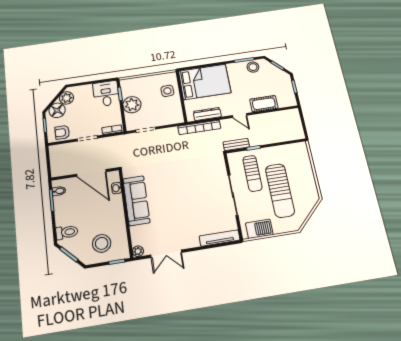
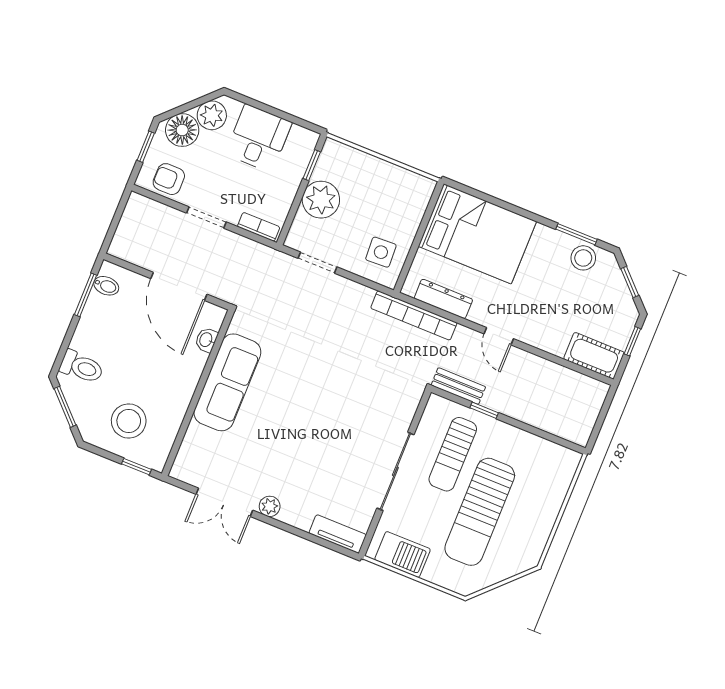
side table: (167, 91) -> (381, 252), moved
desk: (106, 94) -> (259, 138), moved
cot: (264, 104) -> (594, 356), moved
tv unit: (220, 238) -> (338, 534), width x0.71
plant: (138, 251) -> (270, 506), moved

